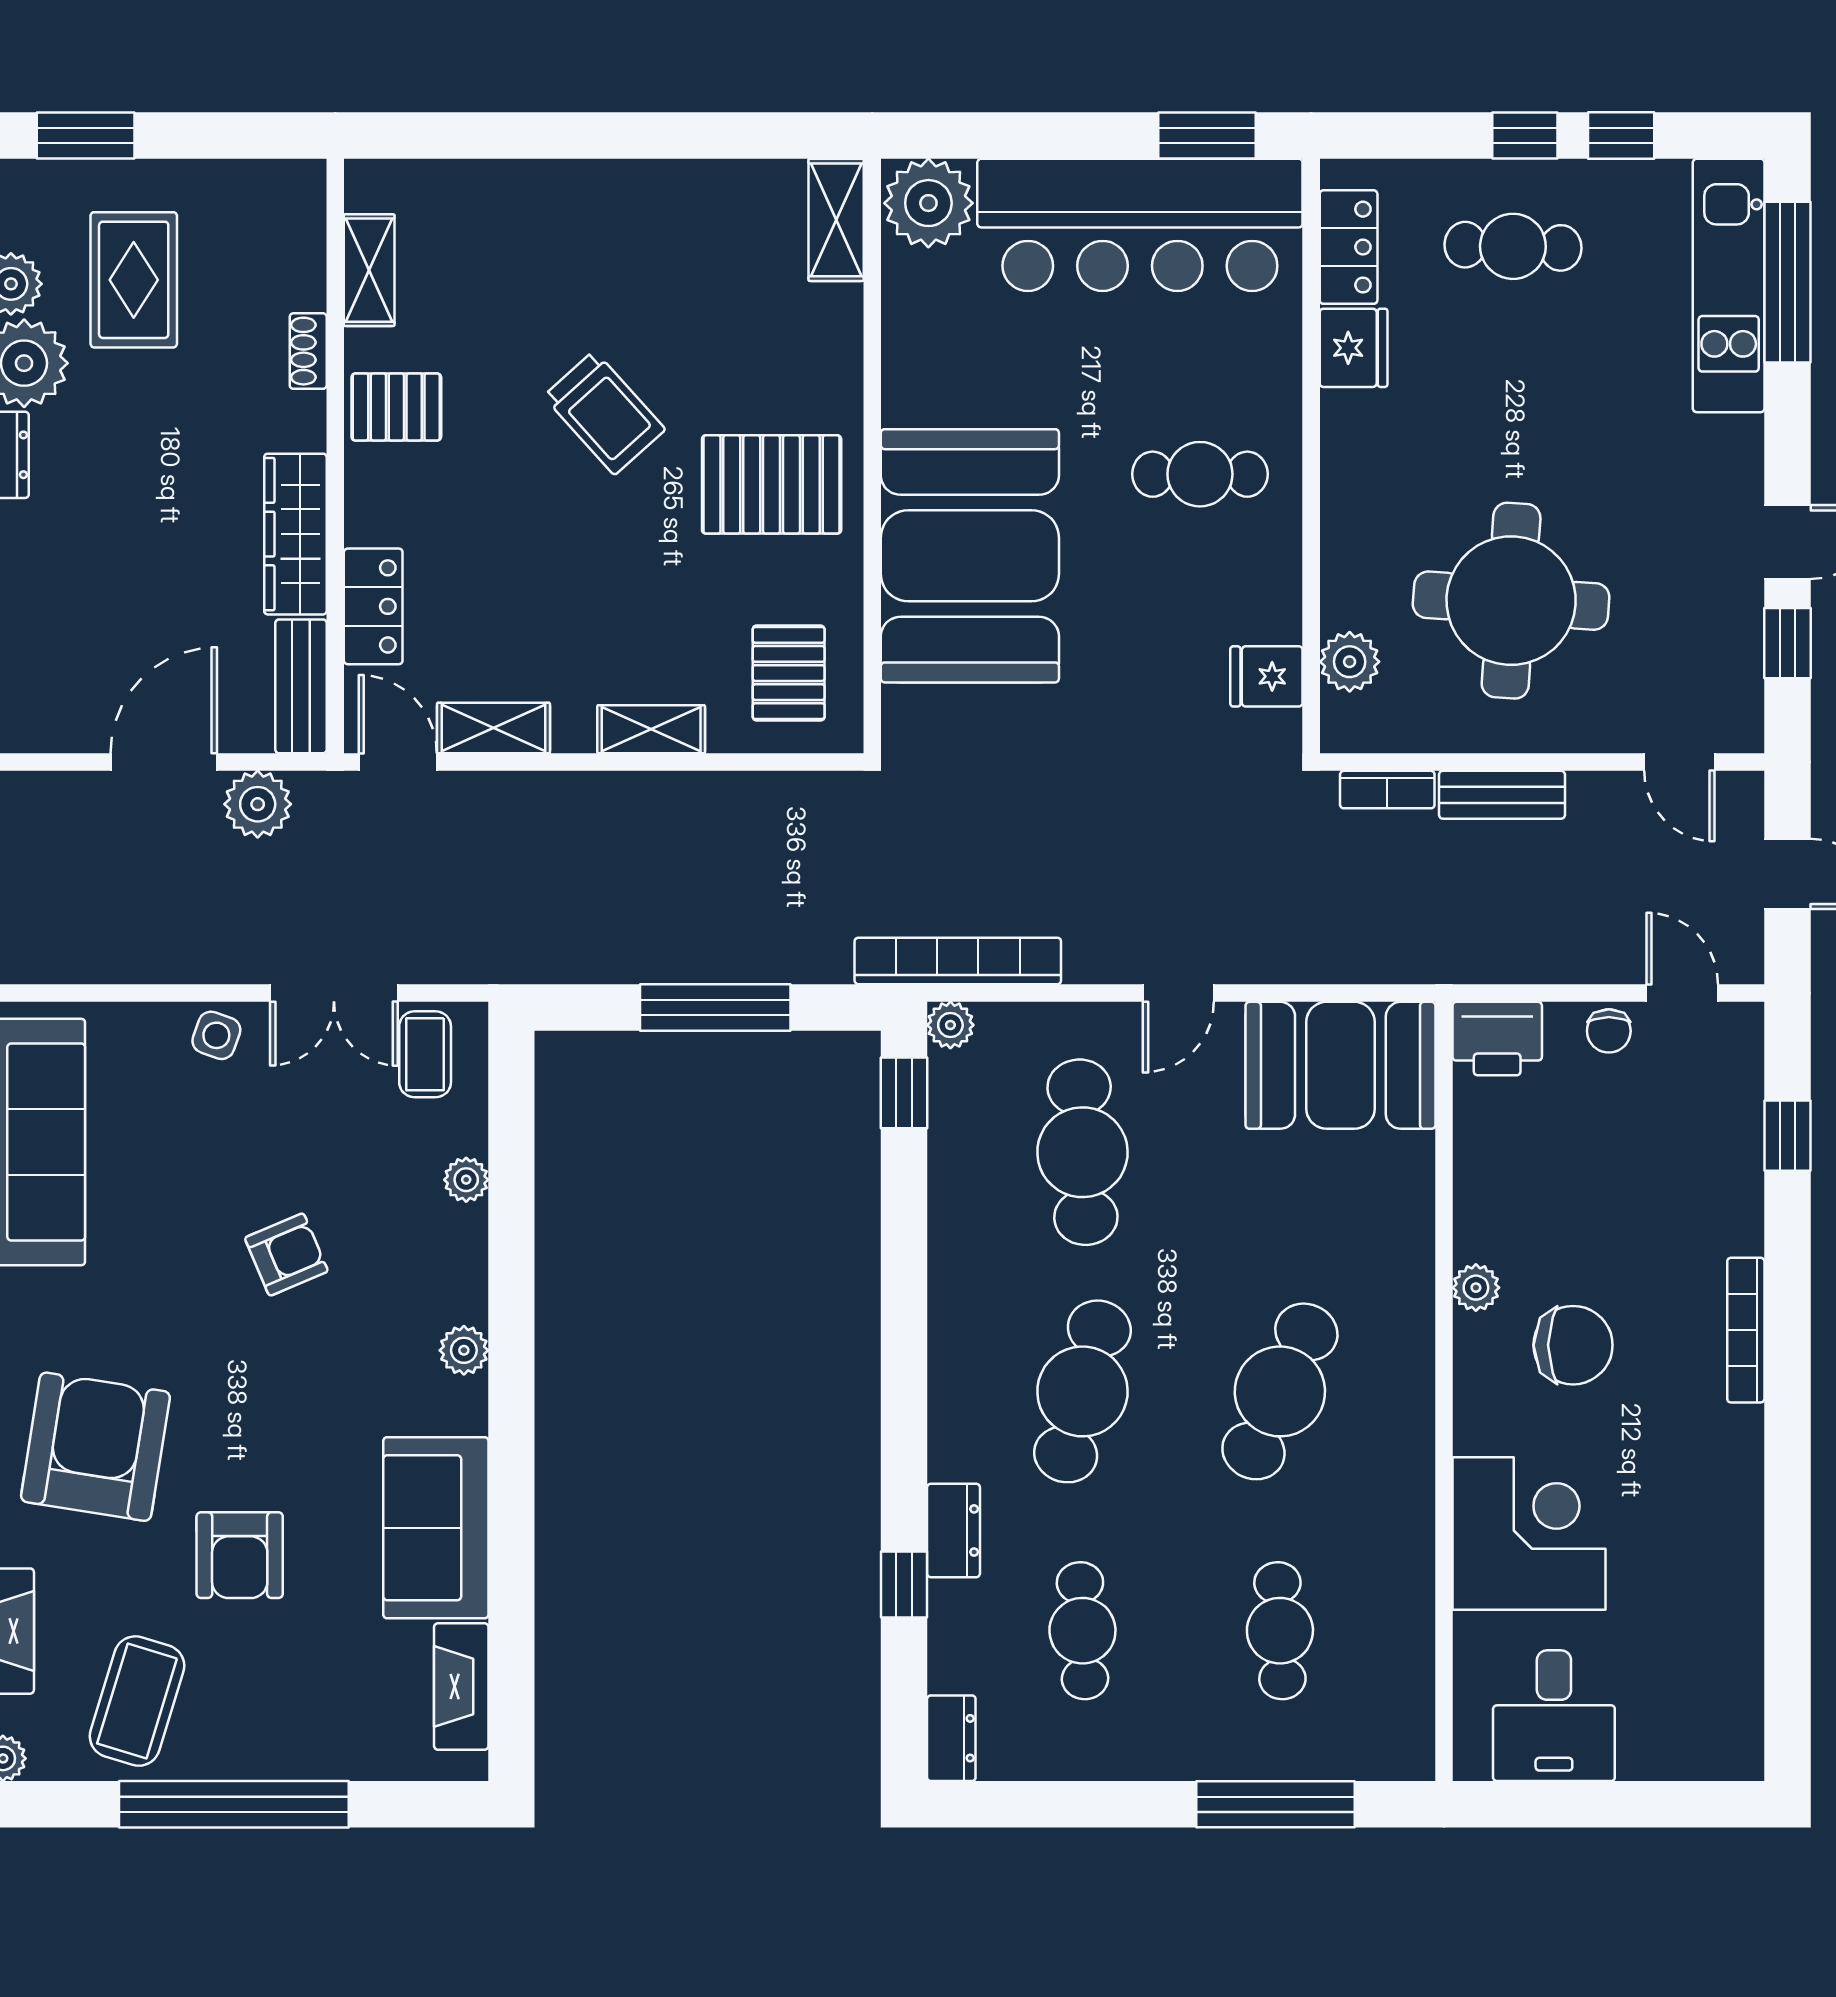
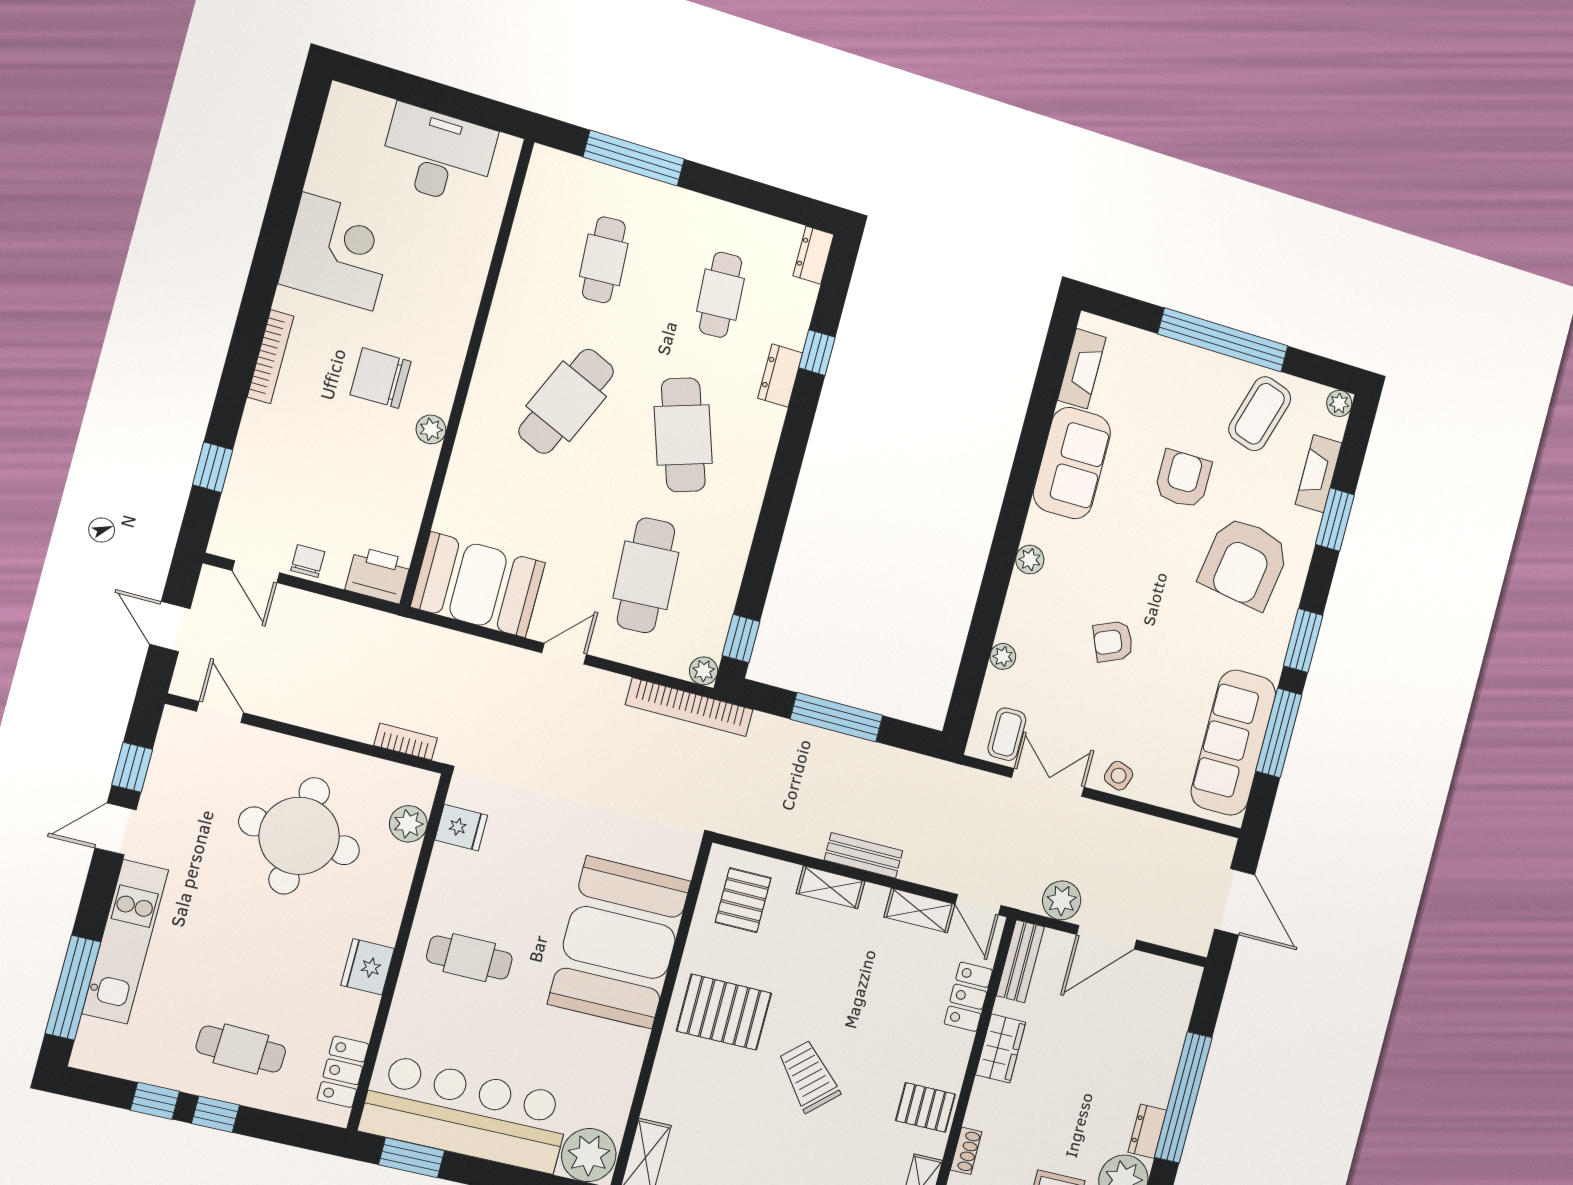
kitchen unit: (1729, 285) -> (125, 942), moved
fridge: (1354, 348) -> (368, 967), moved
wardrobe: (295, 534) -> (1001, 1048), width x0.67
bench: (1502, 795) -> (863, 855), moved
cafe table: (1082, 1391) -> (683, 435), turned -33
corner desk: (1529, 1533) -> (338, 252), moved, turned 180
desk: (1554, 1716) -> (438, 155), width x1.37

